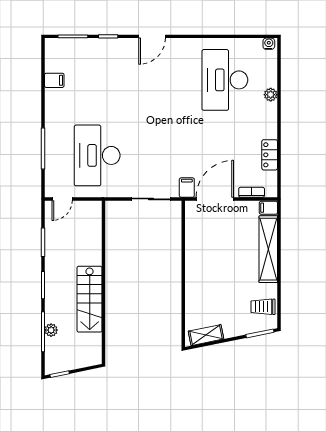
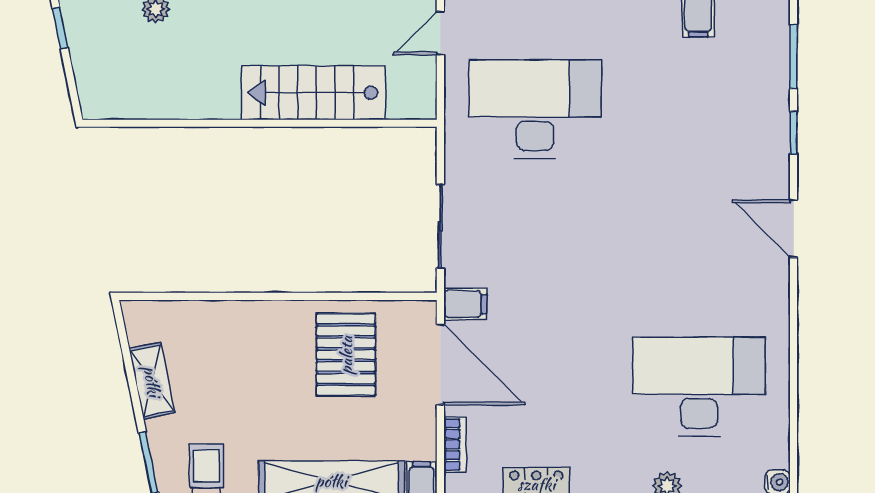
door: (62, 199) -> (440, 33), hinge flipped
pallet: (210, 243) -> (346, 355), added
stairs: (90, 299) -> (314, 93), moved
shelving: (206, 335) -> (152, 381), moved

